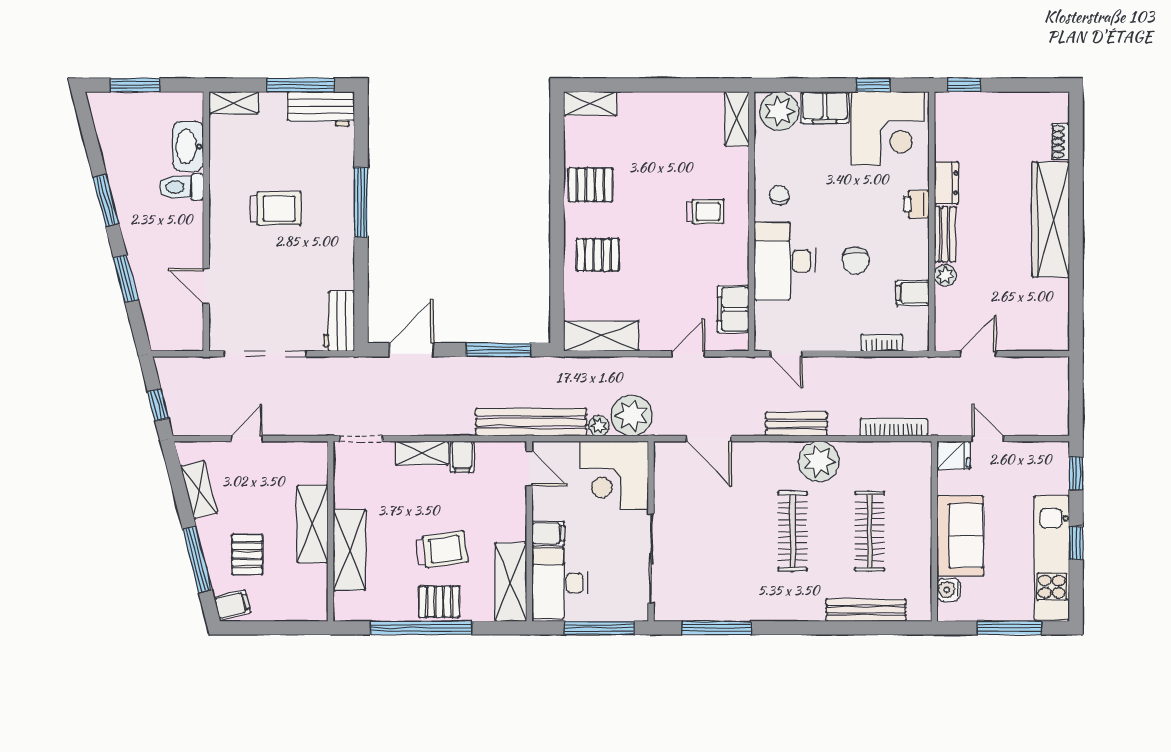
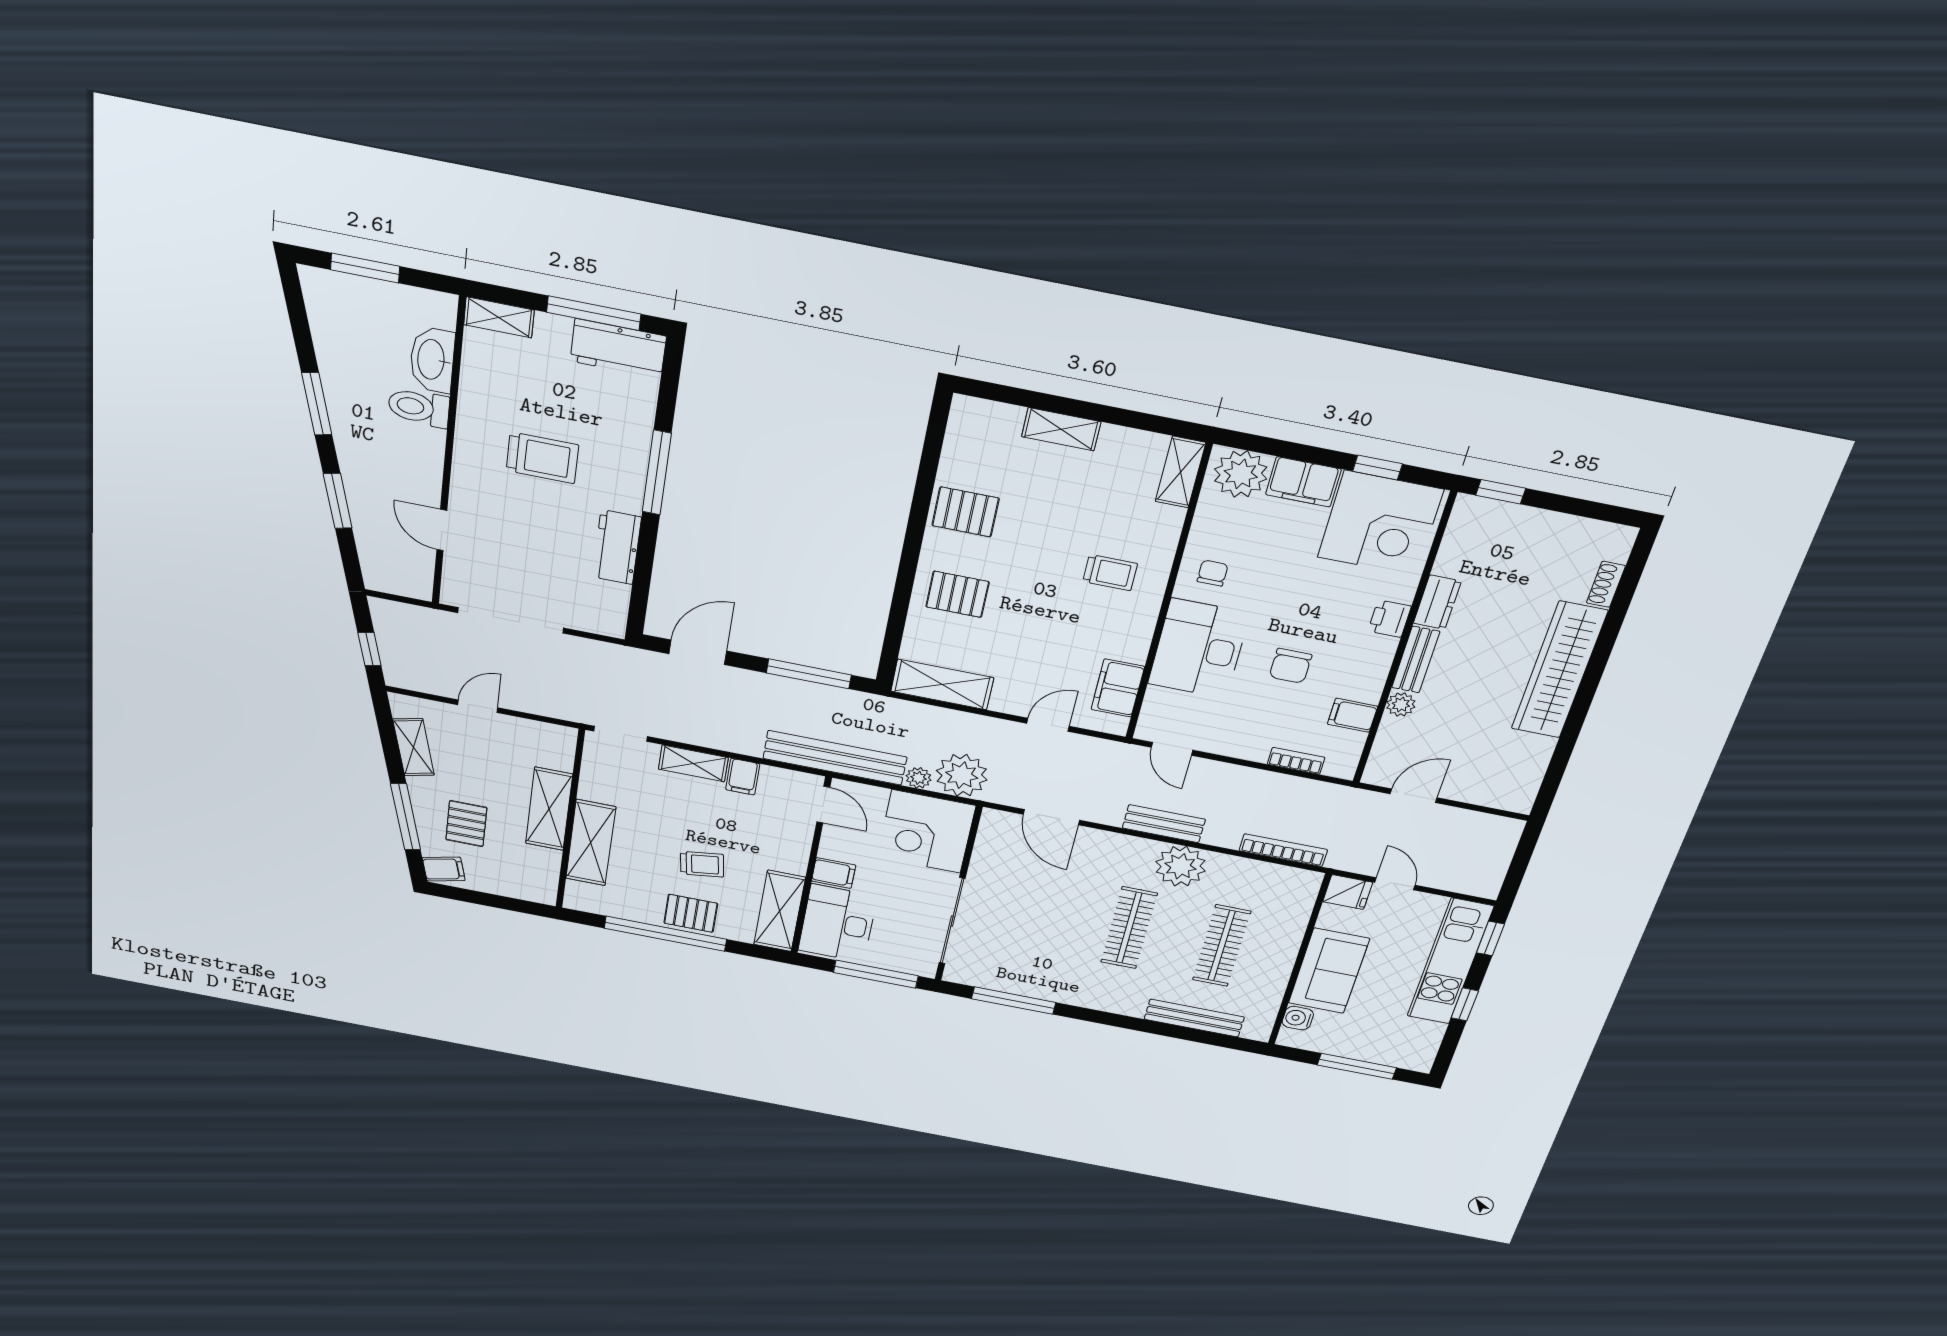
shelving: (590, 104) -> (1061, 429), moved
workbench: (339, 321) -> (617, 547), moved
trolley: (442, 550) -> (702, 864), width x0.73, depth x0.72
kitchen unit: (1052, 558) -> (1450, 962), moved

